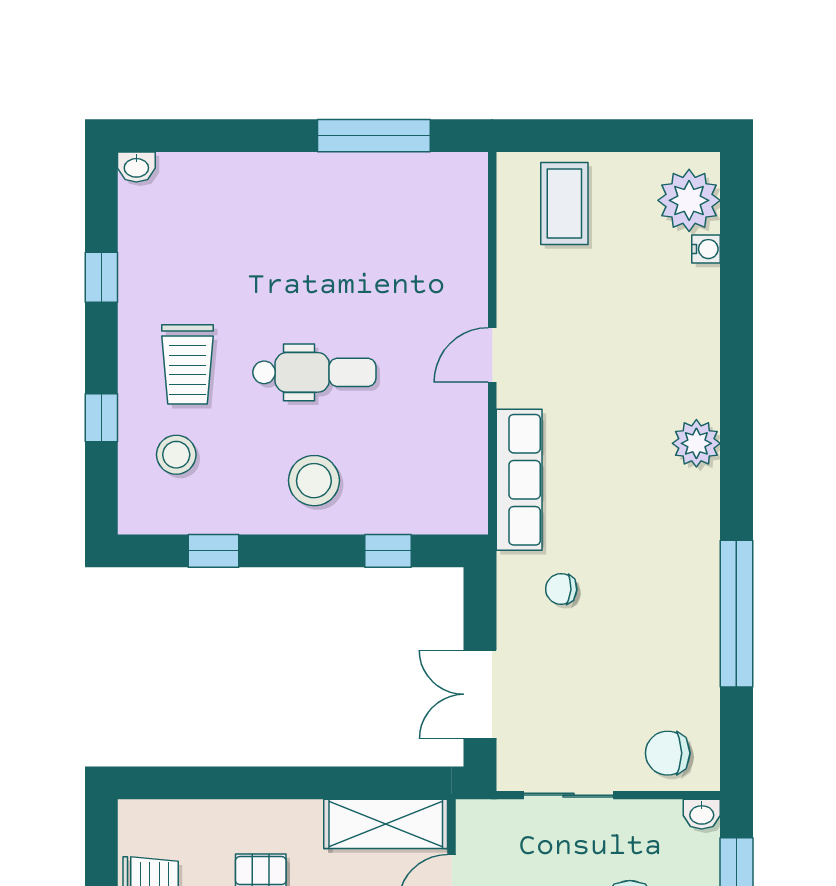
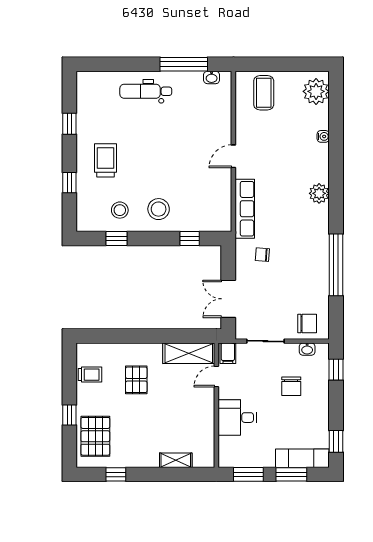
washbasin: (136, 167) -> (212, 77), moved
water cooler: (706, 249) -> (323, 136), moved
trolley: (187, 364) -> (106, 160), turned 180
dental chair: (314, 372) -> (146, 91), moved, turned 180
stool: (176, 455) -> (120, 210), moved
chair: (668, 753) -> (307, 324), turned 180
washbasin: (702, 814) -> (307, 349), moved
filing cabinet: (479, 824) -> (228, 353), added

